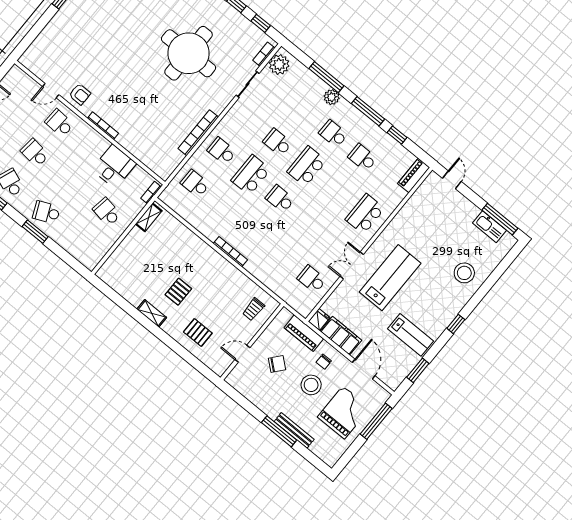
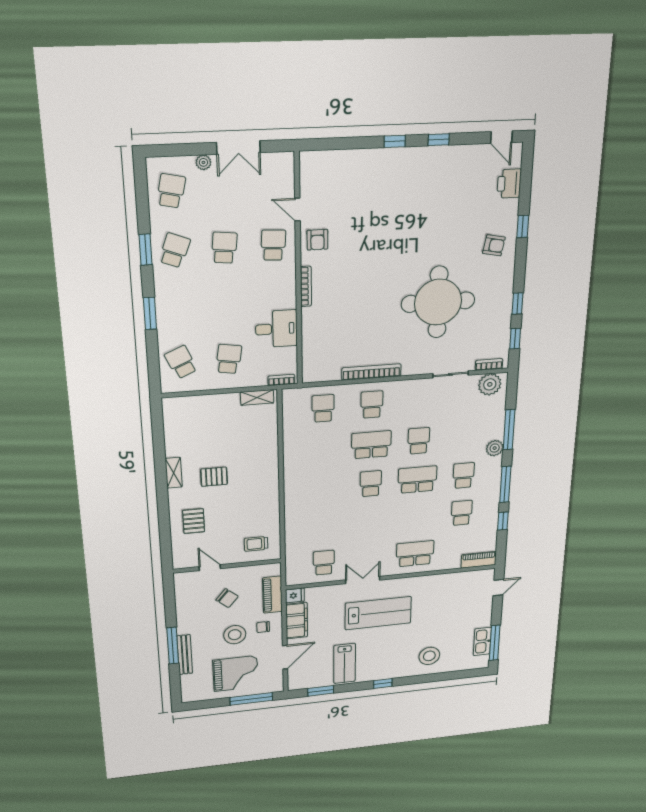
school desk: (46, 212) -> (181, 362), moved
bookcase: (230, 252) -> (289, 486), removed

